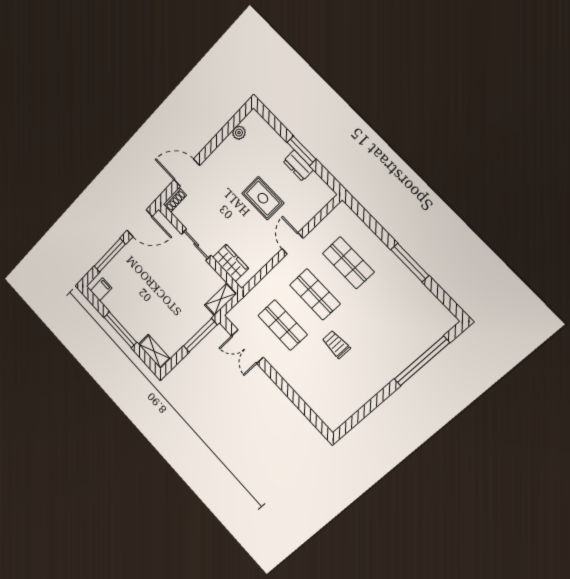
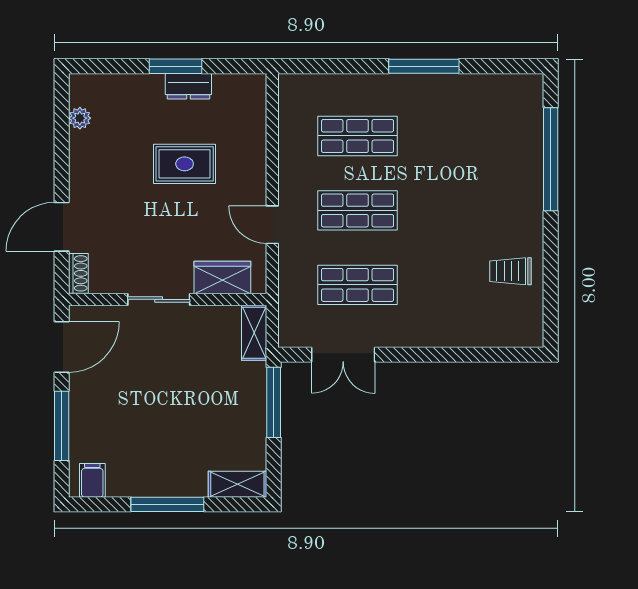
door: (293, 243) -> (272, 225), moved
trolley: (336, 344) -> (510, 271), moved

